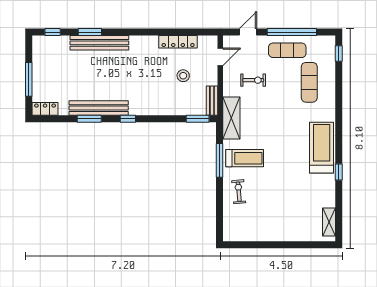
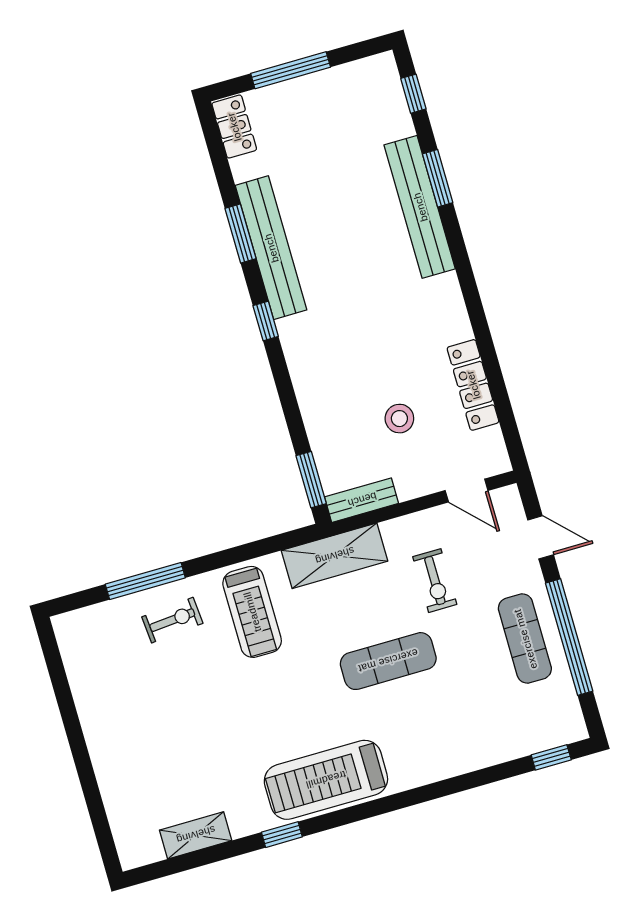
exercise mat: (309, 82) -> (388, 661), moved
treadmill: (322, 148) -> (326, 780), turned 180
window: (220, 160) -> (145, 581), moved
shelving: (329, 222) -> (196, 835), moved

